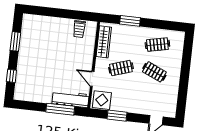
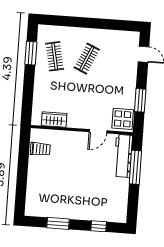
window: (130, 21) -> (31, 53), moved
wardrobe: (104, 42) -> (54, 120), width x0.67
clothes rail: (121, 68) -> (84, 98), removed

